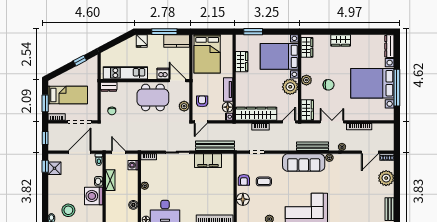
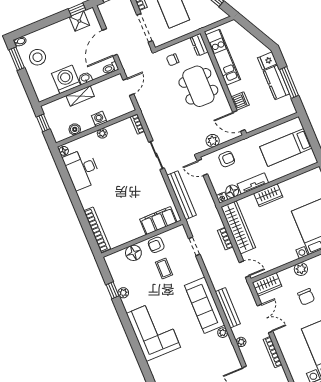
kitchen counter: (177, 41) -> (276, 82), moved
bed: (207, 54) -> (286, 147), width x0.67
wardrobe: (242, 62) -> (268, 195), moved
door: (178, 81) -> (239, 121), swing flipped
plant: (290, 87) -> (286, 254), removed
dining table: (153, 97) -> (198, 86), moved
door: (80, 152) -> (110, 42), swing flipped
filing cabinet: (208, 161) -> (158, 221), moved, turned 90
washing machine: (133, 165) -> (99, 119), moved
shelving: (110, 180) -> (80, 96), moved

